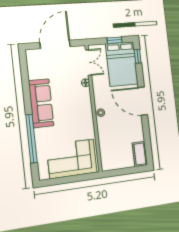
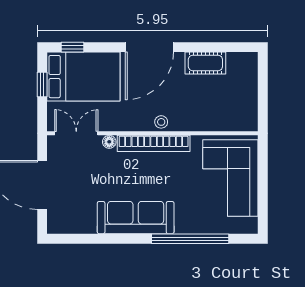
bookcase: (88, 110) -> (154, 143), added
cot: (140, 154) -> (205, 63), moved

